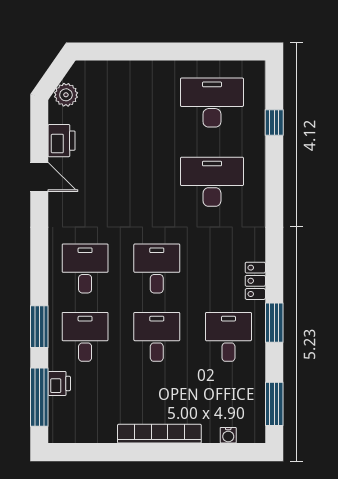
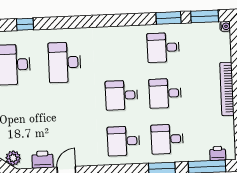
locker: (255, 281) -> (127, 32), removed
window: (274, 323) -> (168, 18), moved
printer: (59, 383) -> (218, 153), moved
water cooler: (228, 435) -> (225, 26), moved

